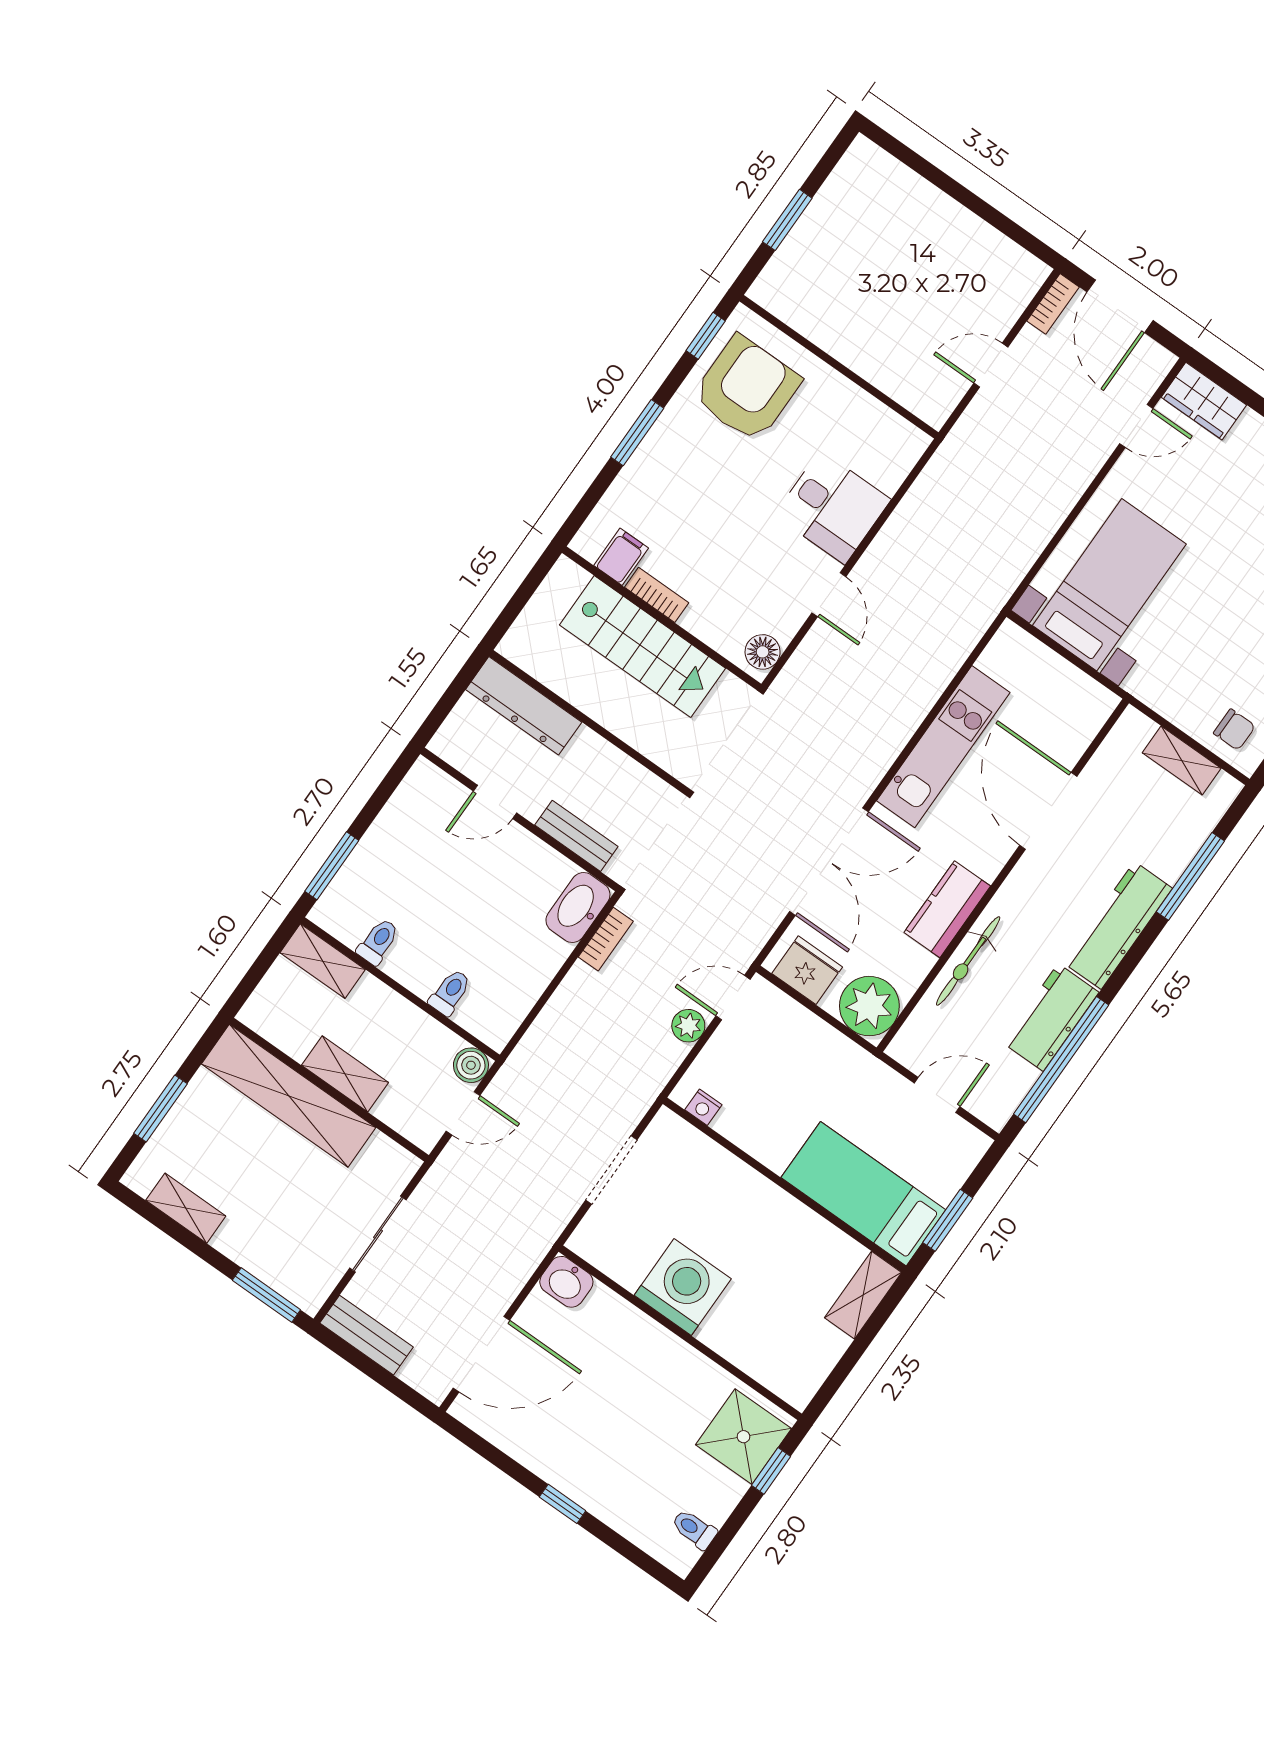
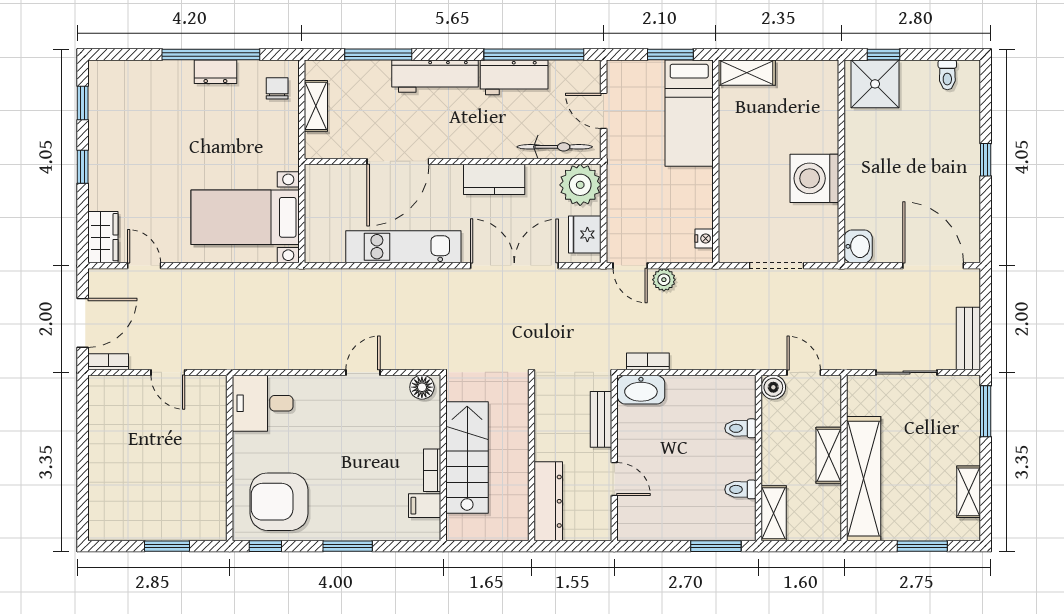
desk: (833, 507) -> (263, 403), moved, turned -90
bicycle: (968, 961) -> (555, 147), moved

